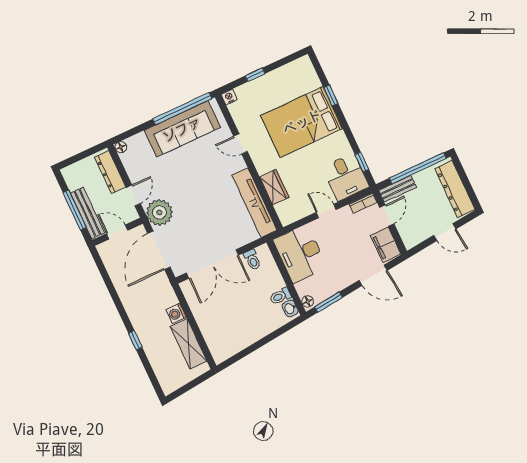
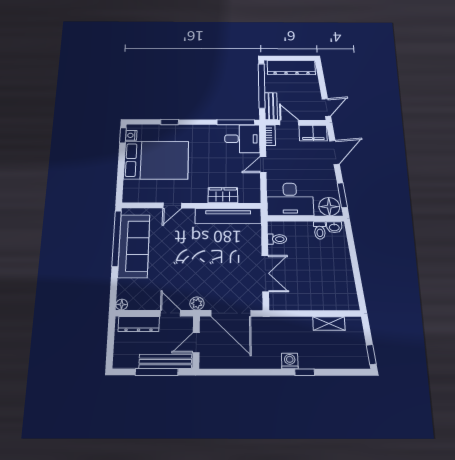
window: (255, 75) -> (123, 135), moved
nightstand: (229, 97) -> (131, 135), moved
bed: (302, 122) -> (156, 160), moved, turned -90
window: (362, 162) -> (236, 122), width x2.17
plant: (159, 212) -> (197, 303), width x0.53, depth x0.53
door: (445, 232) -> (326, 108), moved
double door: (212, 264) -> (265, 273), width x0.73
floor lamp: (308, 301) -> (329, 207), width x1.89, depth x1.89
washing machine: (176, 314) -> (290, 361), moved, turned 180
shelving: (189, 344) -> (329, 324), width x0.67, depth x0.75
window: (179, 392) -> (371, 355), added

